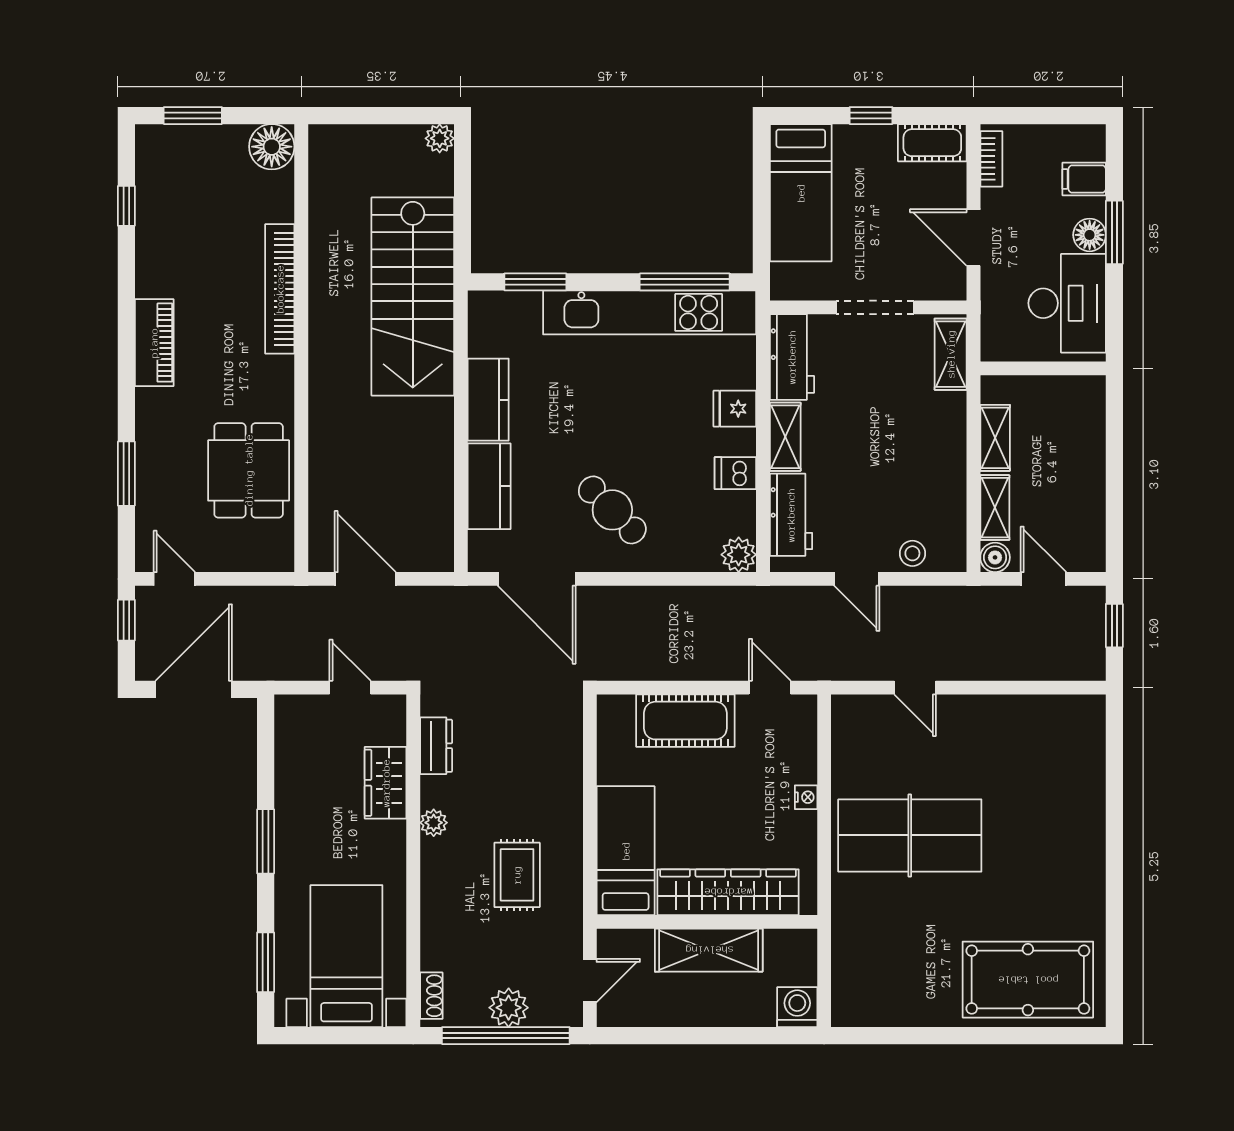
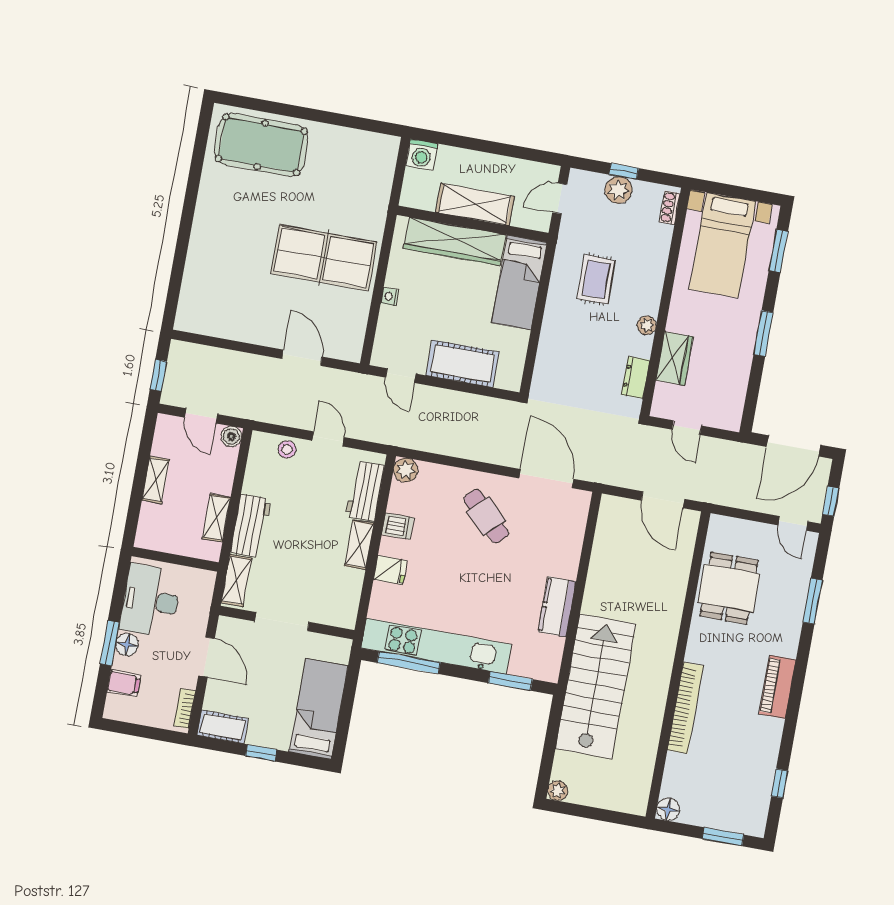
floor lamp: (272, 147) -> (668, 809), width x0.73, depth x0.73
workbench: (792, 357) -> (251, 526), moved, turned 180
kitchen counter: (489, 486) -> (567, 548), removed
shelving: (995, 508) -> (156, 480), moved
door: (915, 688) -> (302, 358), width x1.38
window: (506, 1036) -> (624, 171), width x0.32

